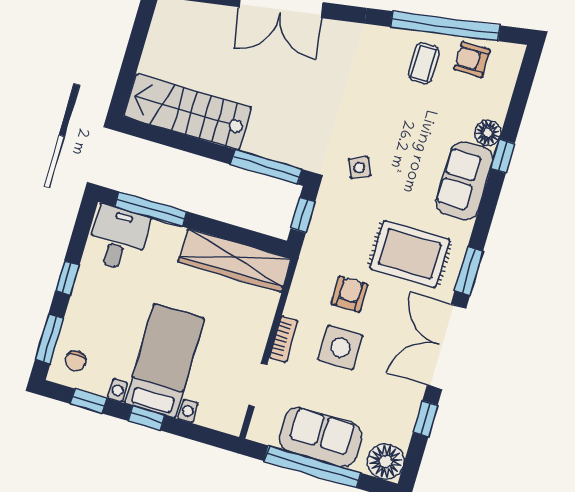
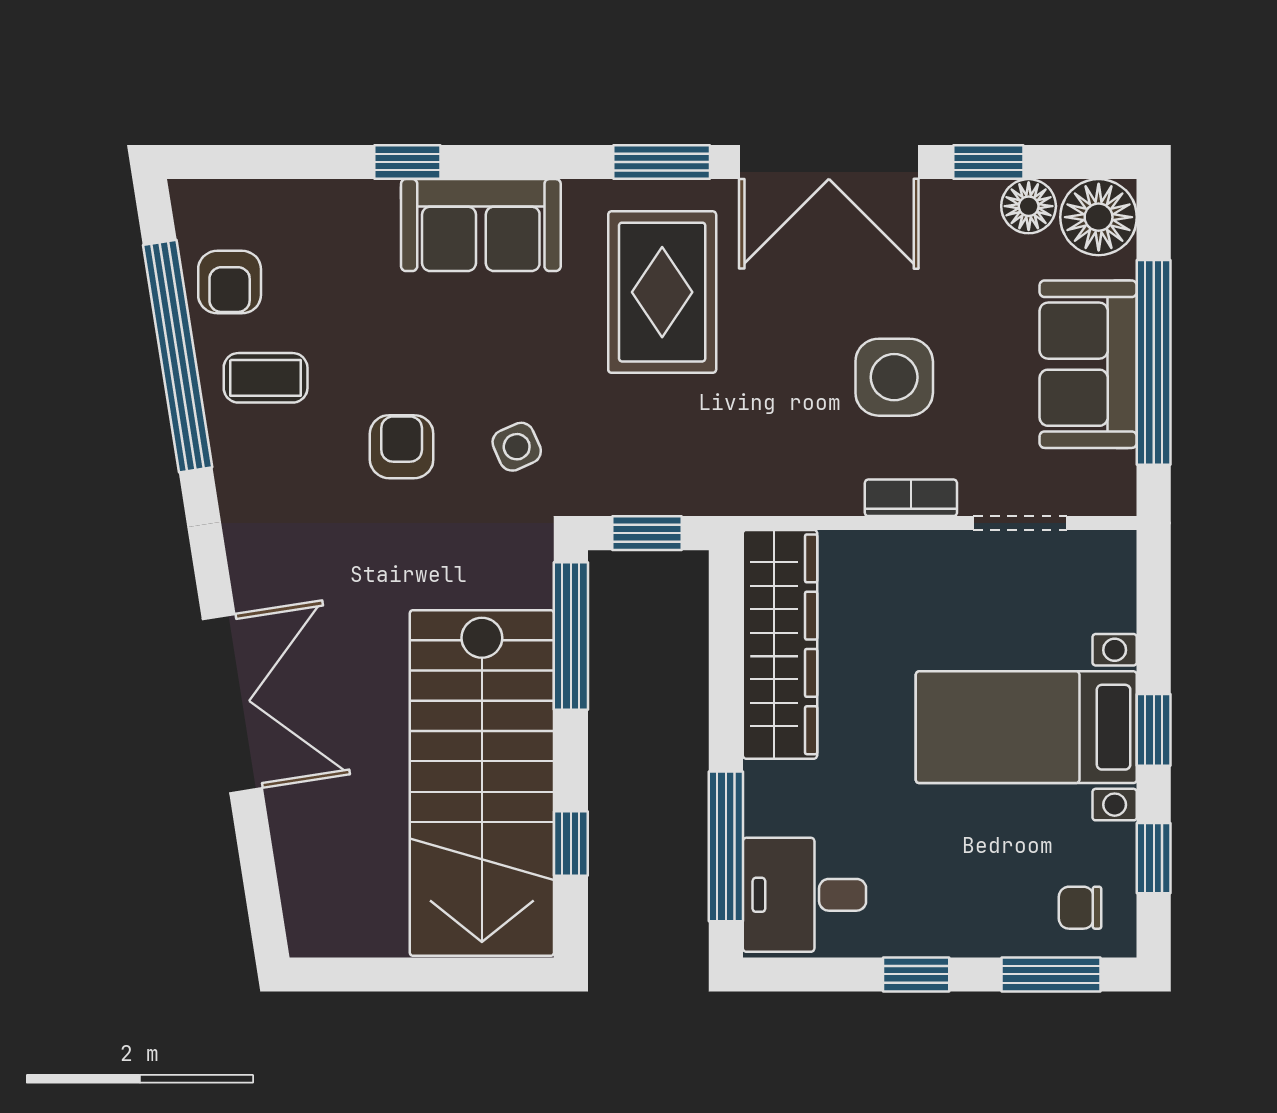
stairs: (188, 112) -> (482, 783), width x1.36, depth x1.51
floor lamp: (488, 133) -> (1029, 206), moved
window: (173, 139) -> (571, 843), added
armchair: (349, 294) -> (402, 447), moved, turned 90
chair: (76, 361) -> (1080, 908), turned 180

